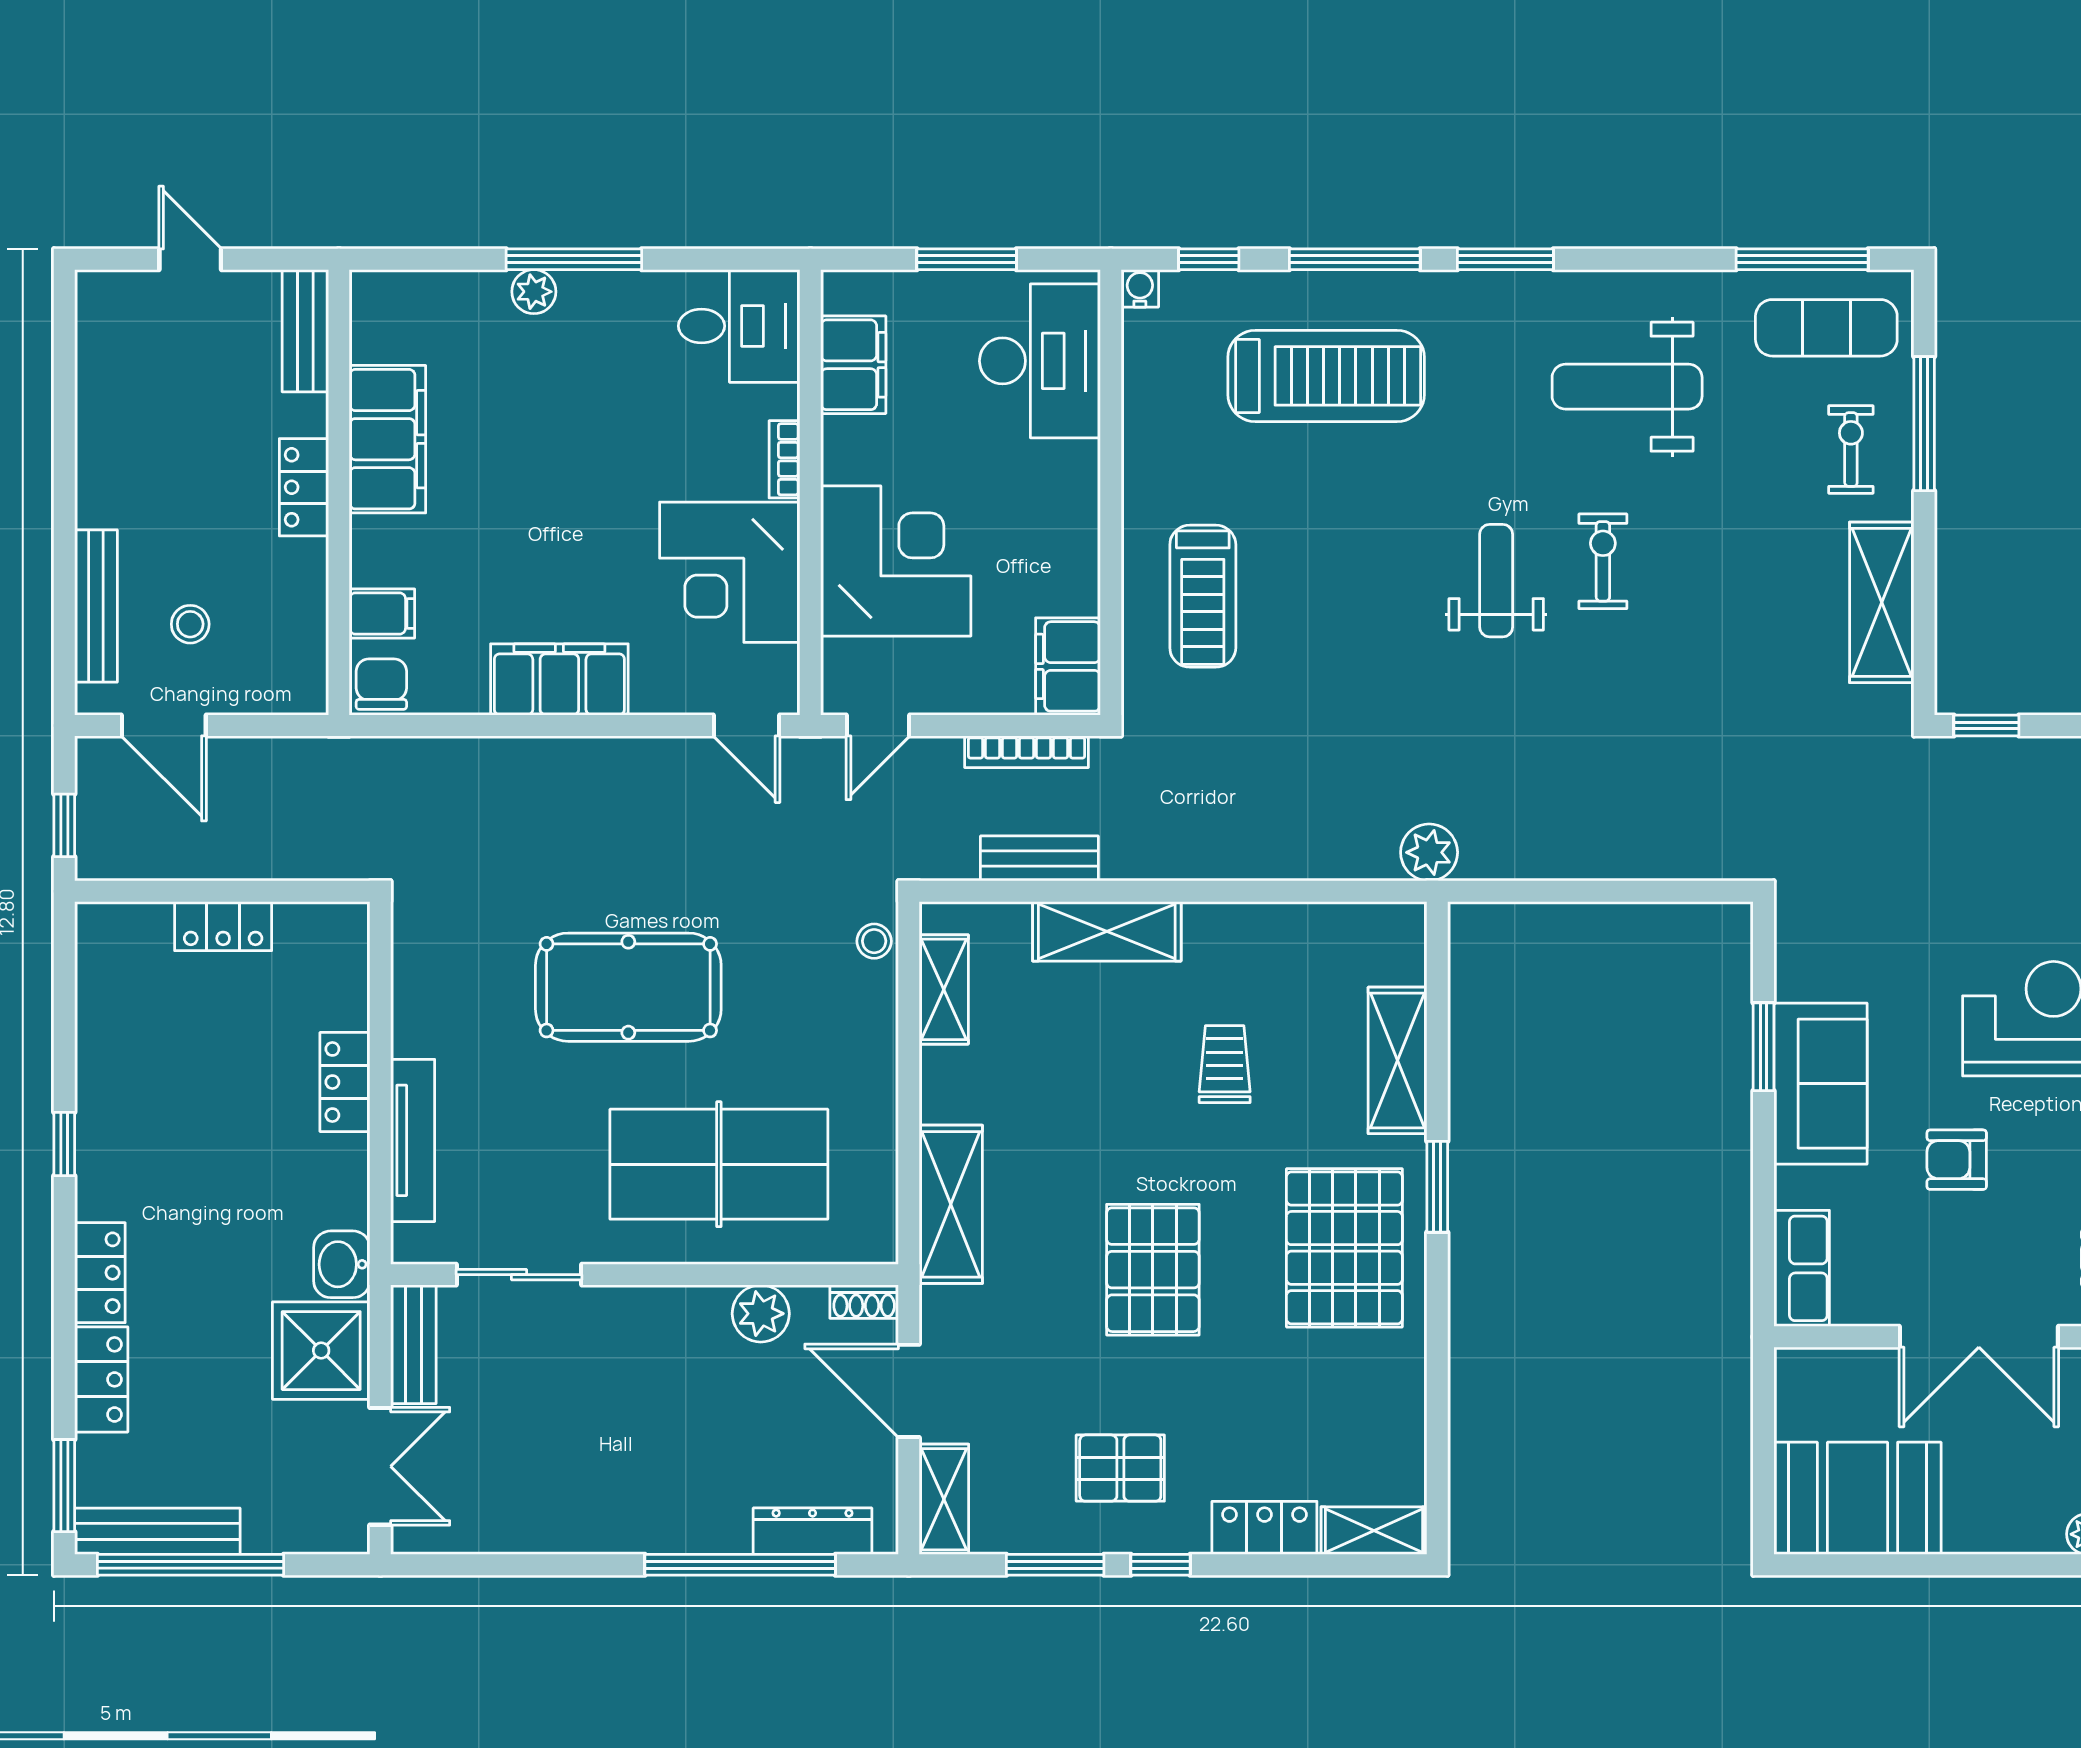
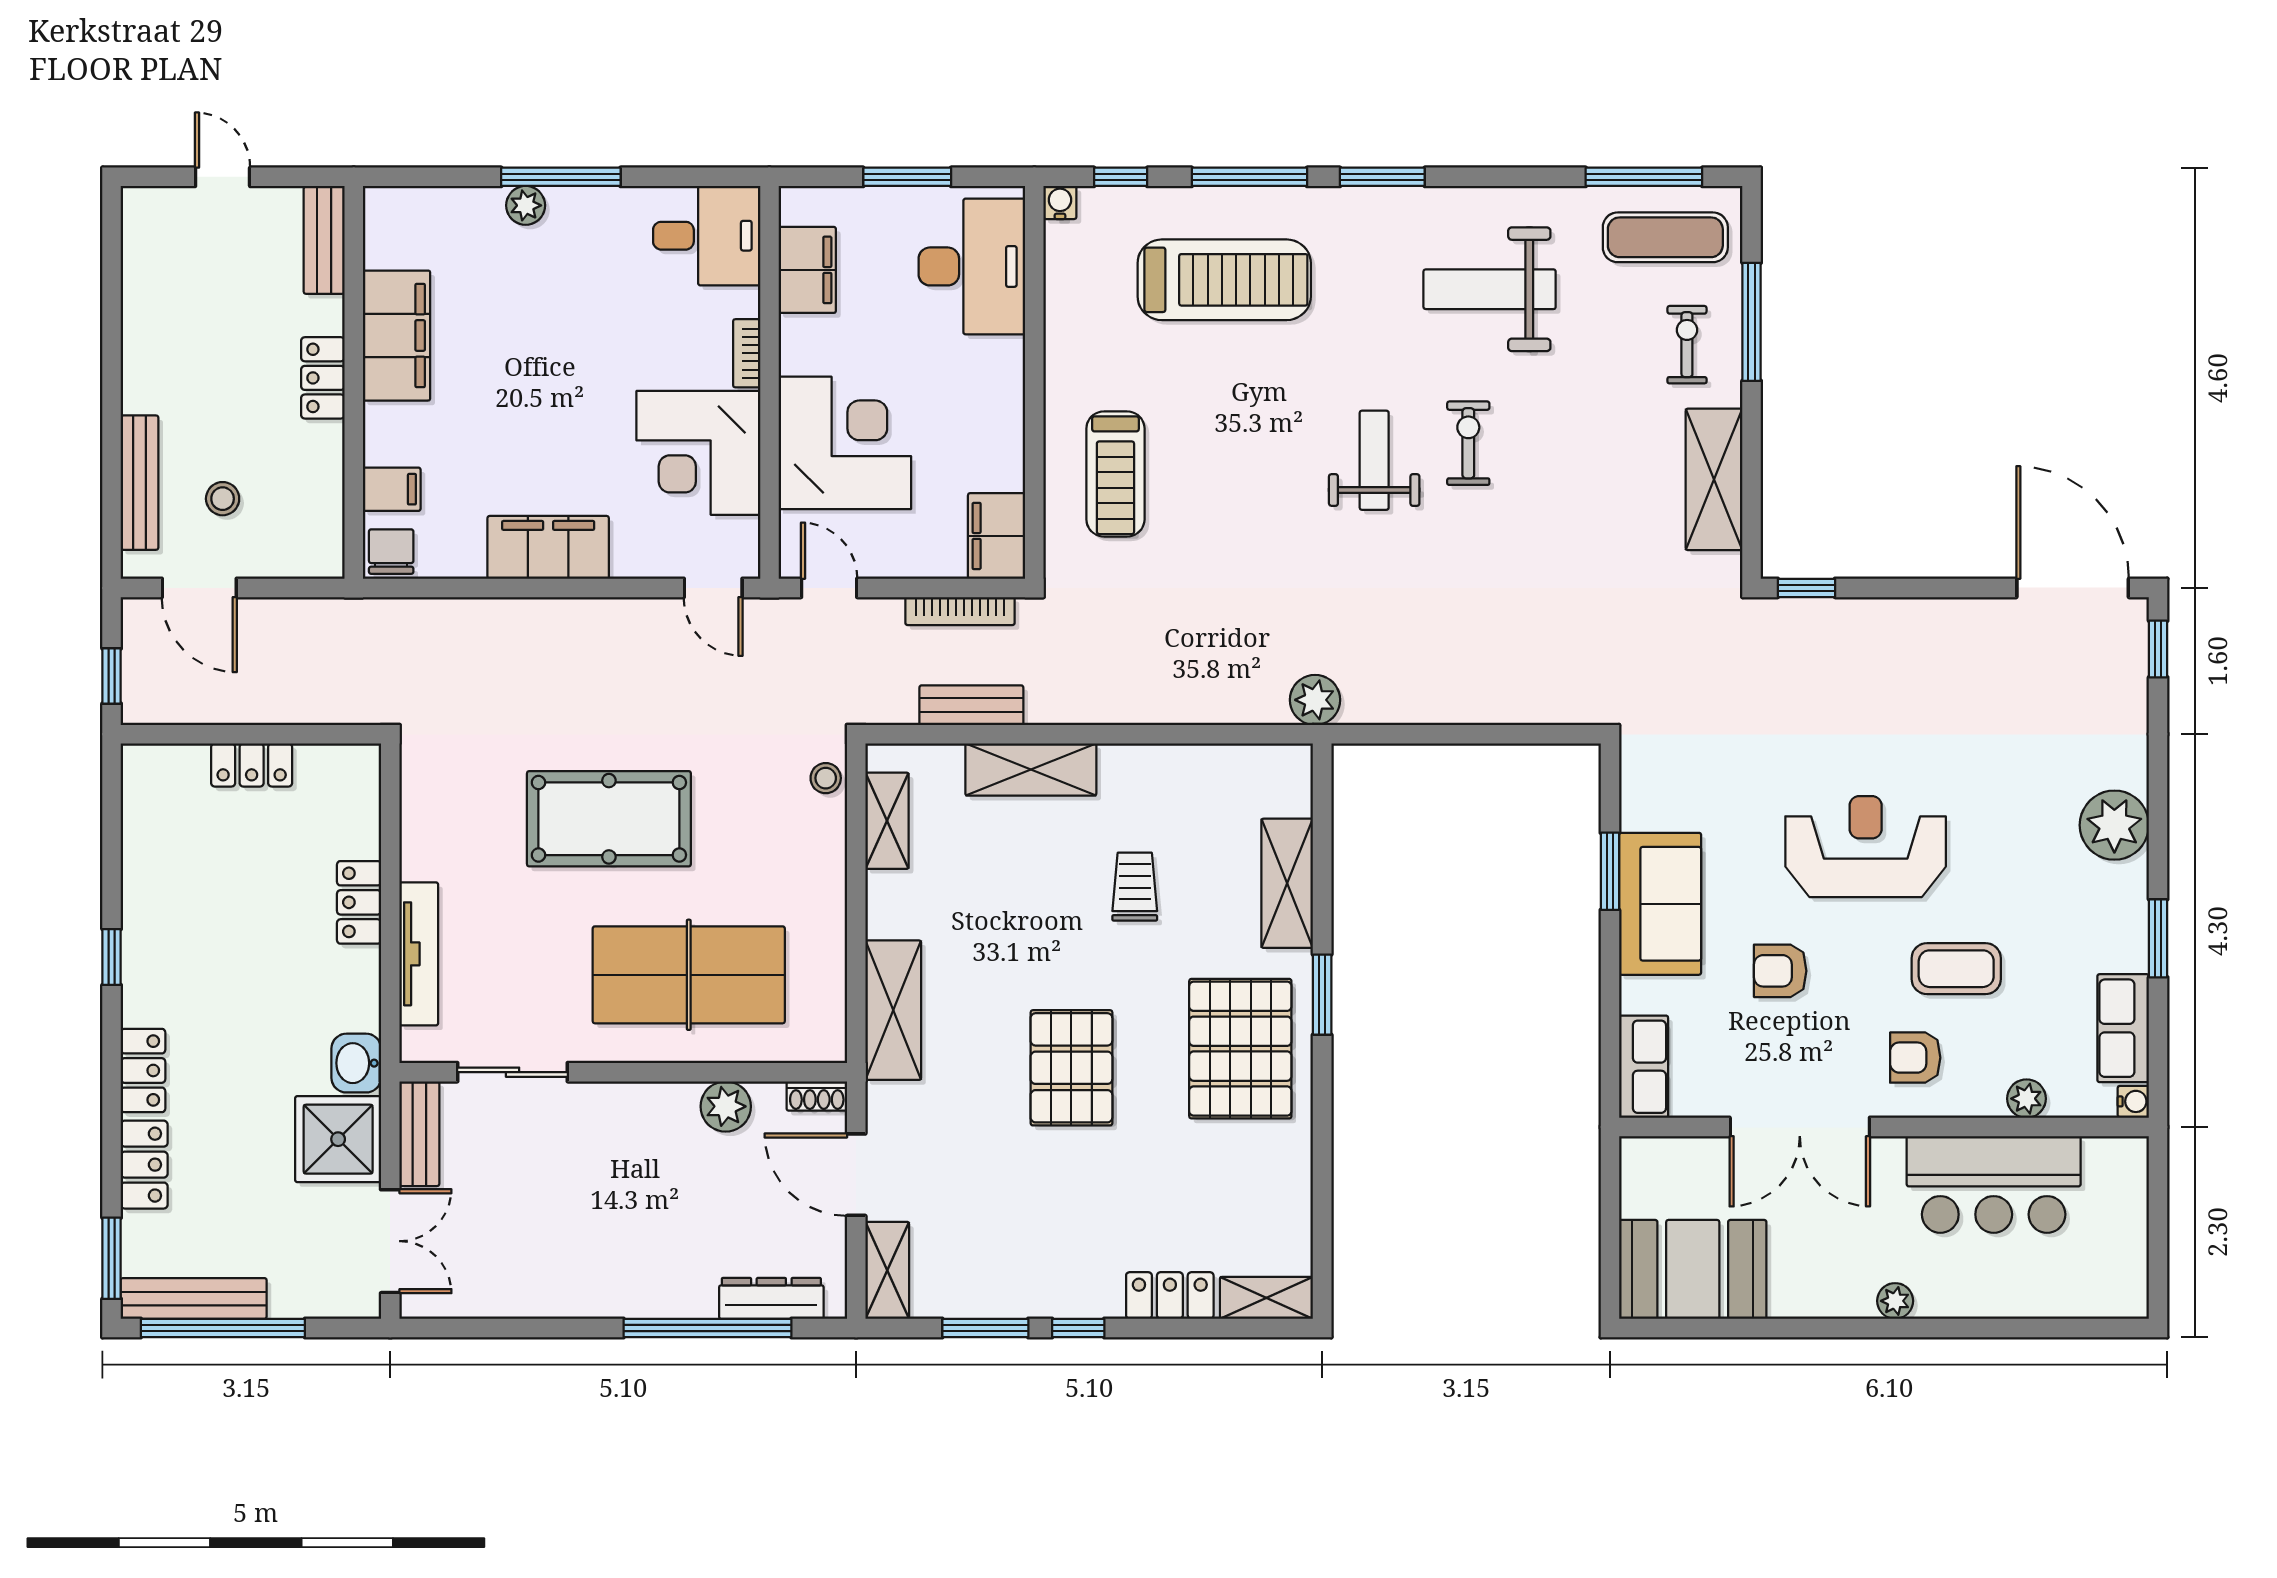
door: (878, 725) -> (829, 588), swing flipped
pallet: (1120, 1468) -> (1043, 1243), removed

